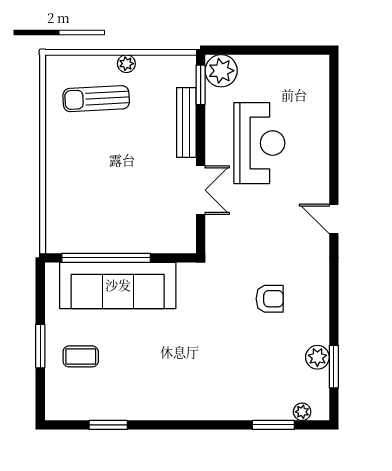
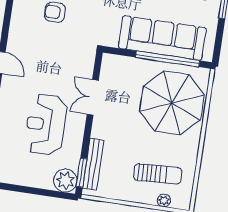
plant: (126, 64) -> (164, 200), moved
bench: (186, 123) -> (93, 164), moved
parasol: (91, 199) -> (172, 103), added

